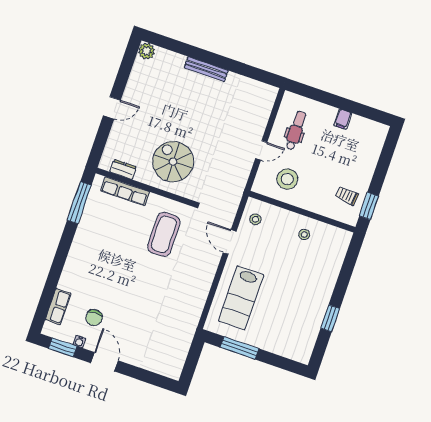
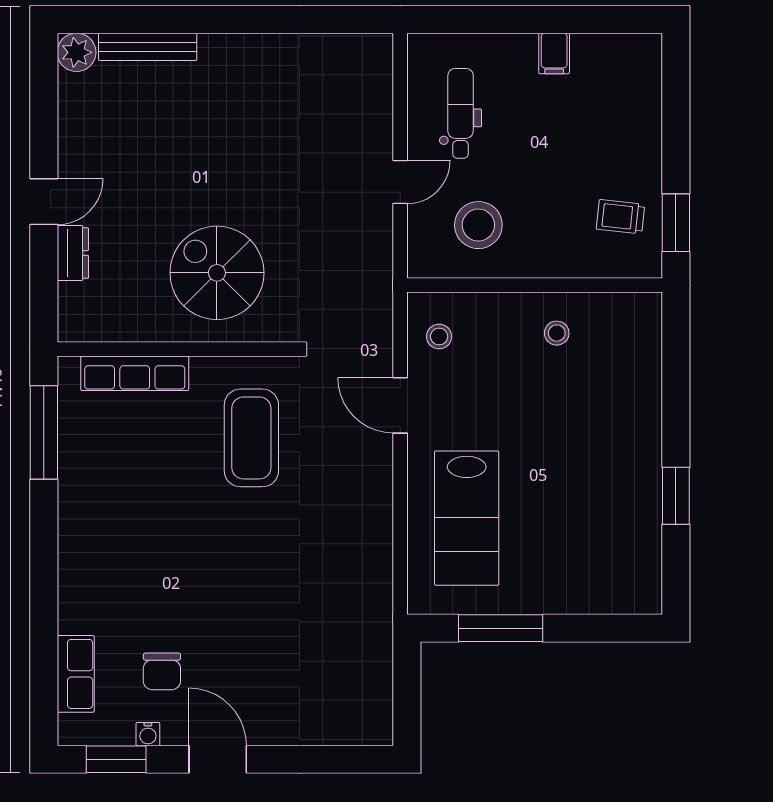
bench: (206, 69) -> (148, 47), moved
dresser: (123, 169) -> (73, 253), moved, turned 90

